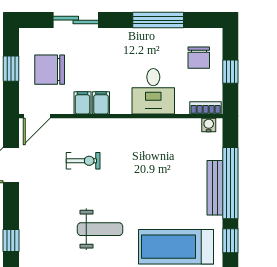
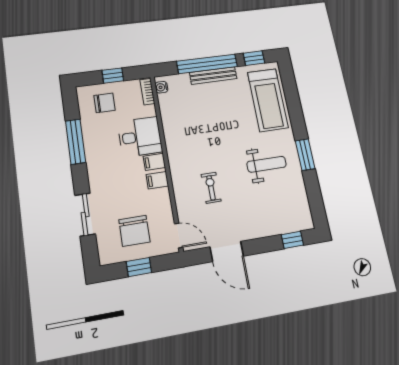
filing cabinet: (82, 103) -> (154, 162), moved
weight bench: (100, 229) -> (267, 164), turned 90

